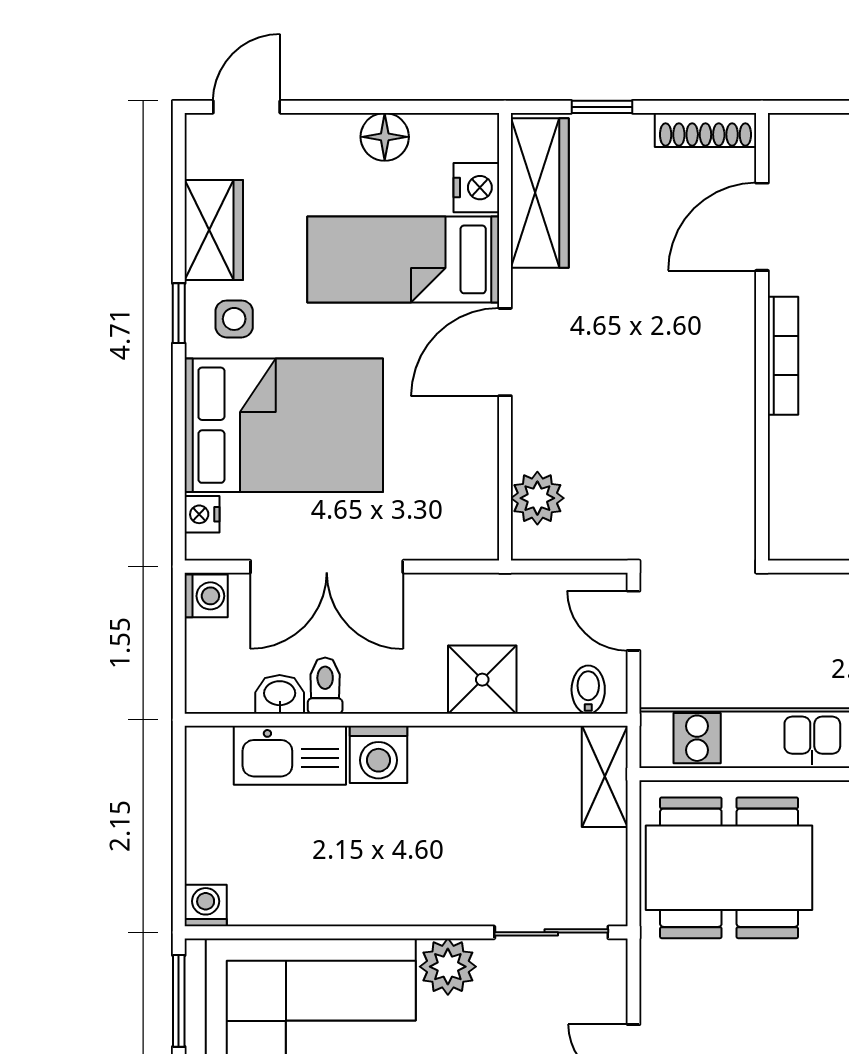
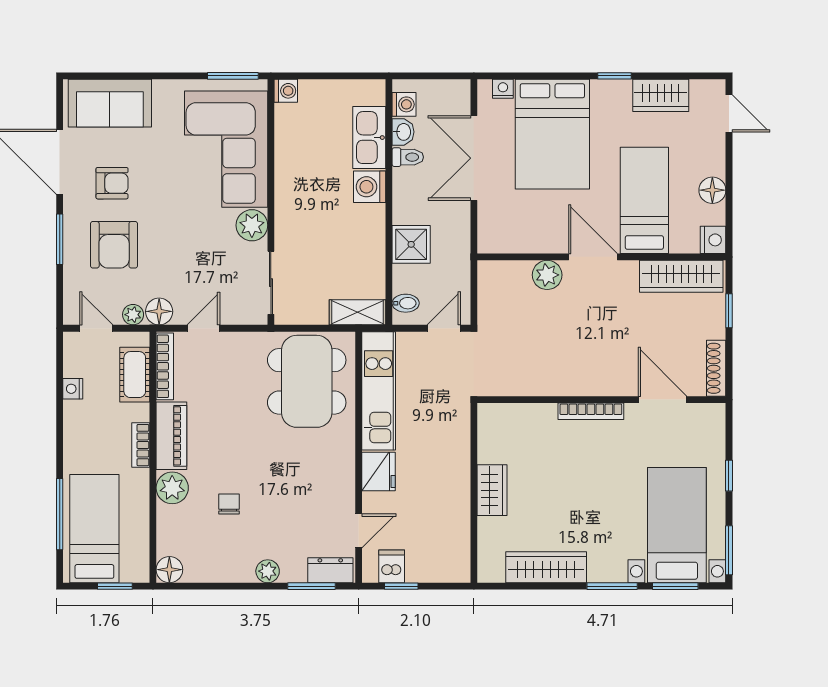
nightstand: (476, 188) -> (713, 240), moved, turned -90
side table: (234, 319) -> (611, 107), removed
plant: (537, 498) -> (547, 275), moved
washing machine: (206, 596) -> (404, 104), moved, turned -90

